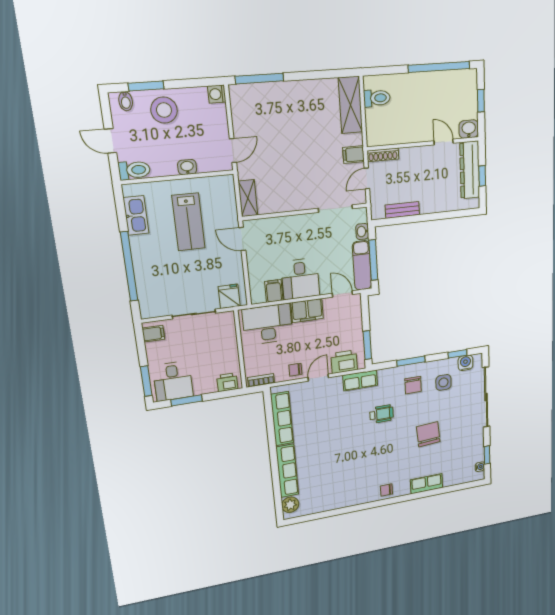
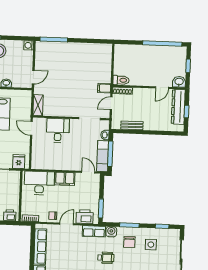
toilet: (377, 98) -> (121, 80), moved
shelving: (350, 105) -> (105, 59), removed
door: (444, 142) -> (162, 88), swing flipped
desk: (300, 279) -> (58, 131), moved, turned 180
filing cabinet: (274, 291) -> (46, 163), removed
water cooler: (465, 363) -> (111, 232), moved

